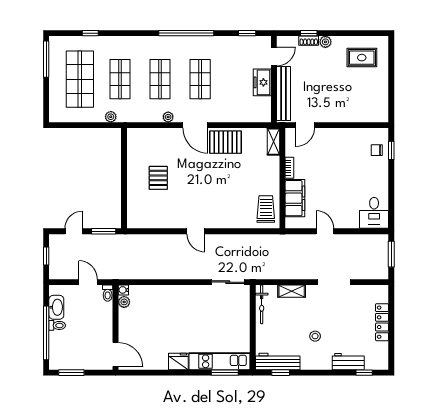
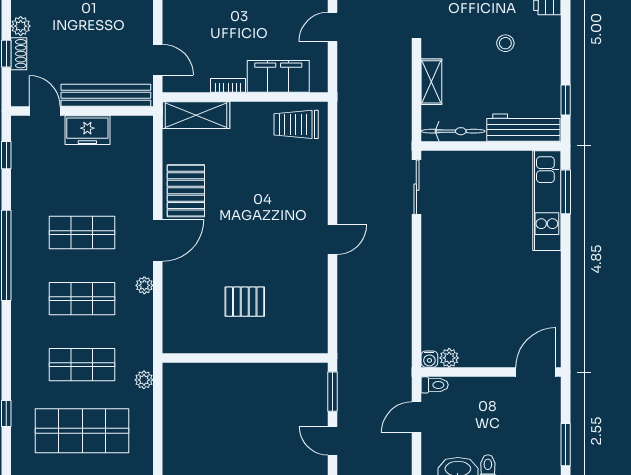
shelving: (273, 142) -> (196, 115), width x1.50, depth x1.33
fridge: (178, 361) -> (547, 268), removed
workbench: (278, 362) -> (523, 128), moved, turned 90

